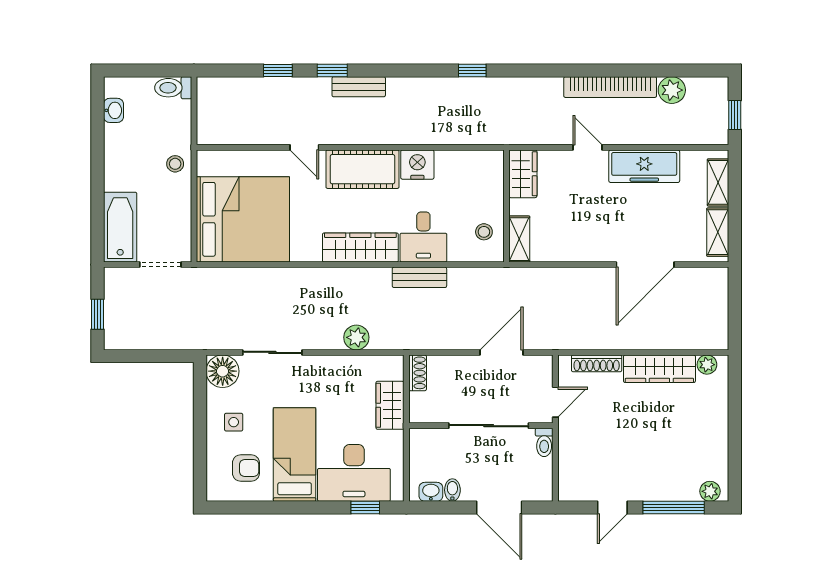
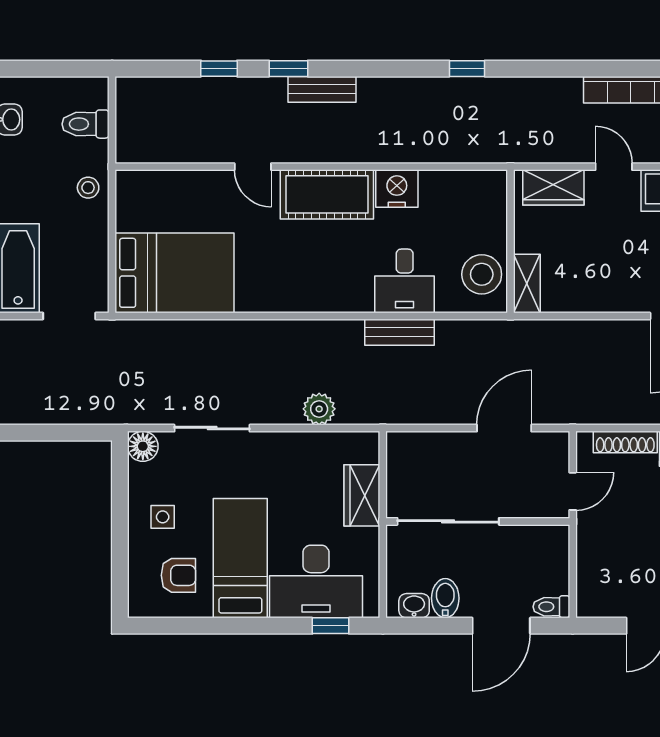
toilet: (173, 88) -> (86, 124), moved
wardrobe: (523, 174) -> (553, 187), moved, turned 90
bed: (243, 219) -> (175, 273), width x0.73
stool: (484, 232) -> (482, 274), width x1.89, depth x1.89
wardrobe: (360, 247) -> (324, 294), removed
floor lamp: (223, 371) -> (143, 446), width x0.73, depth x0.73
shoe rack: (418, 373) -> (397, 454), removed
sliding door: (489, 426) -> (448, 521), moved
toilet: (544, 442) -> (551, 607), moved, turned 90
bidet: (452, 490) -> (445, 598), width x1.38, depth x1.36
door: (499, 507) -> (501, 626), hinge flipped

